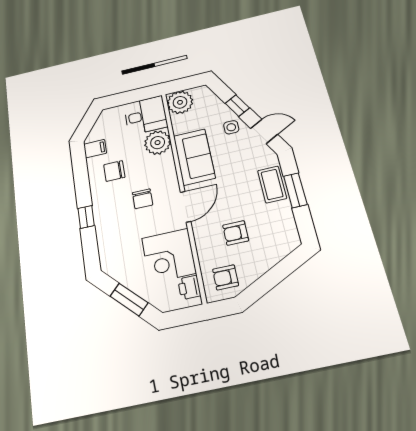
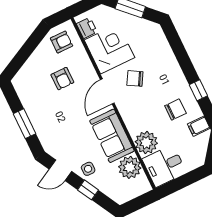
plant: (180, 102) -> (130, 167), moved
coffee table: (272, 184) -> (44, 125), removed
chair: (143, 199) -> (135, 78), moved, turned -60
window: (86, 217) -> (198, 90), moved
armchair: (236, 233) -> (62, 79), turned 90

